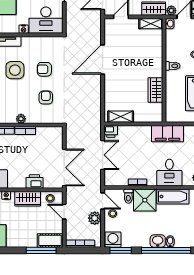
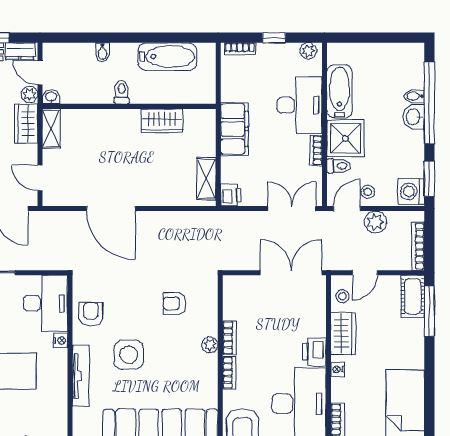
armchair: (44, 69) -> (91, 314), moved, turned 180
filing cabinet: (168, 134) -> (234, 129), moved
double door: (103, 155) -> (292, 209), moved
desk: (169, 173) -> (300, 105), width x1.37
printer: (34, 182) -> (315, 352), moved

